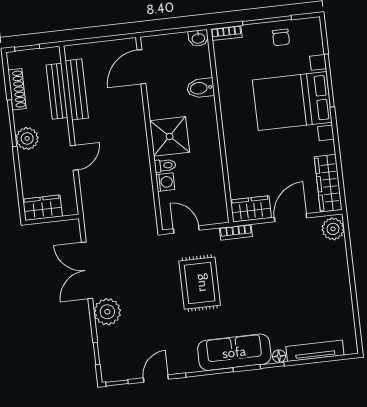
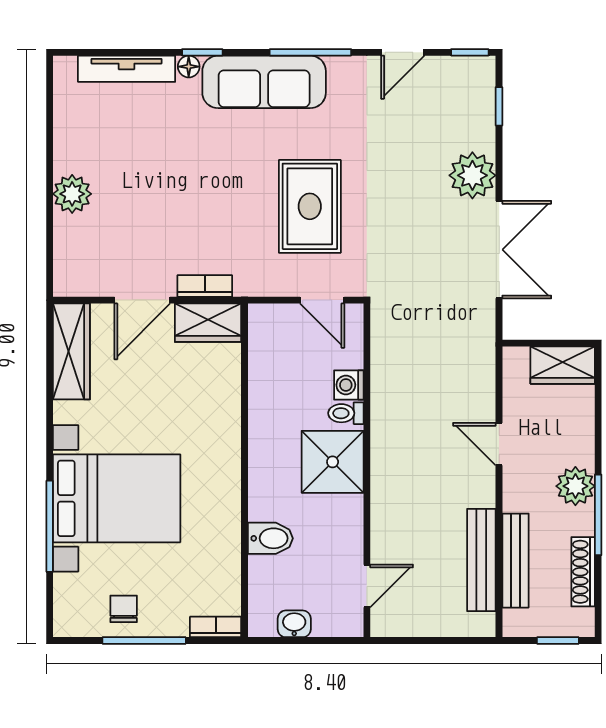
washbasin: (198, 38) -> (294, 624), moved
door: (141, 67) -> (367, 586), width x0.73
door: (74, 158) -> (499, 444), hinge flipped
plant: (333, 229) -> (72, 194), moved
bookcase: (236, 232) -> (205, 286), moved

